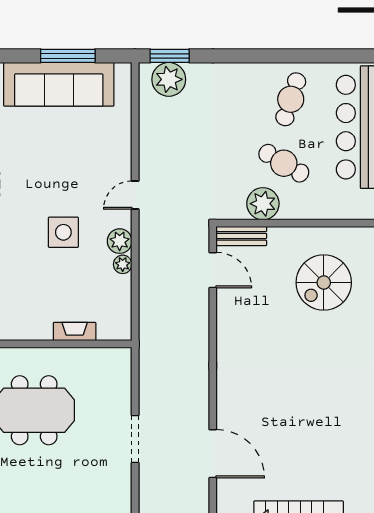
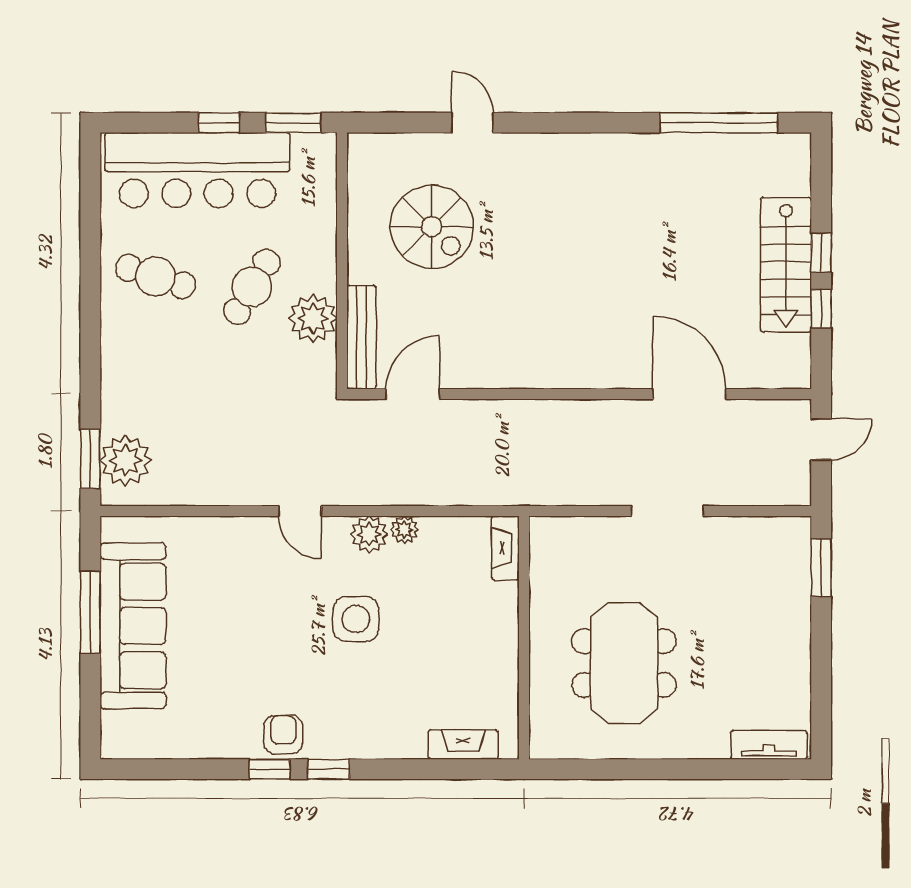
bench: (241, 236) -> (361, 337), width x1.36
fireplace: (75, 331) -> (505, 548), moved
door: (213, 454) -> (689, 394), hinge flipped

